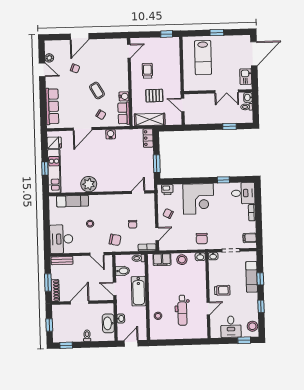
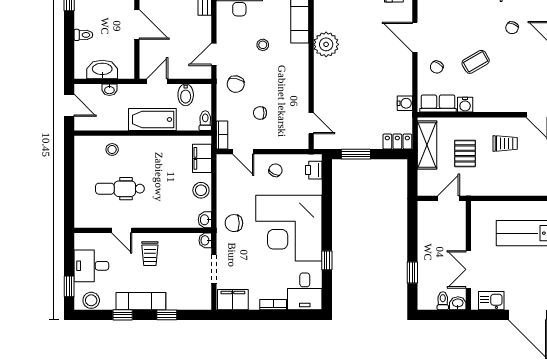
water cooler: (111, 134) -> (405, 103), moved
corner desk: (198, 199) -> (289, 228), width x1.36, depth x1.36
filing cabinet: (250, 238) -> (233, 300), width x2.00
exam couch: (252, 277) -> (141, 301), moved

